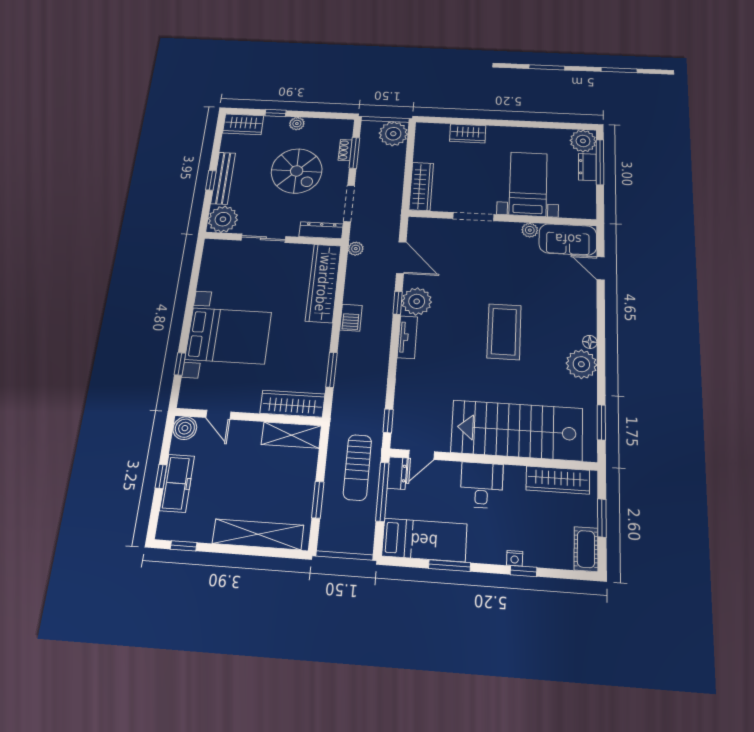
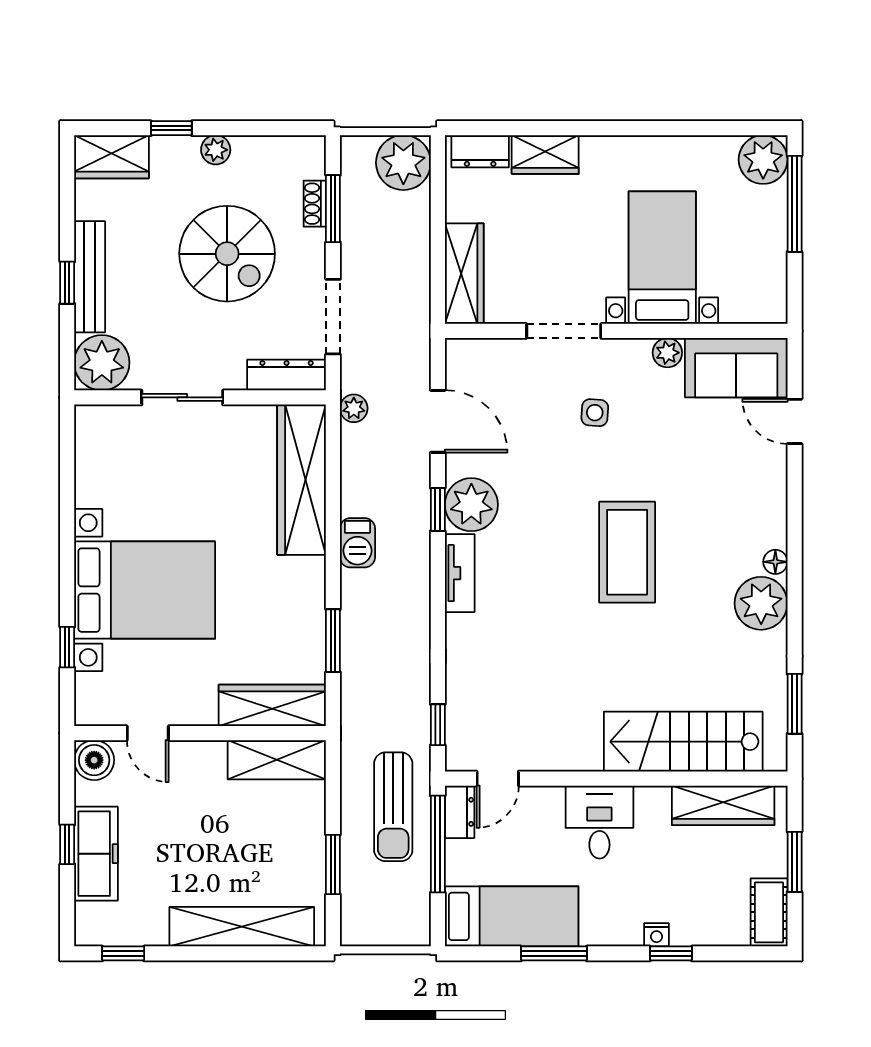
dresser: (587, 167) -> (480, 151), moved, turned -90
side table: (488, 258) -> (595, 413), added
stairs: (517, 430) -> (683, 742), width x0.73, depth x0.66

